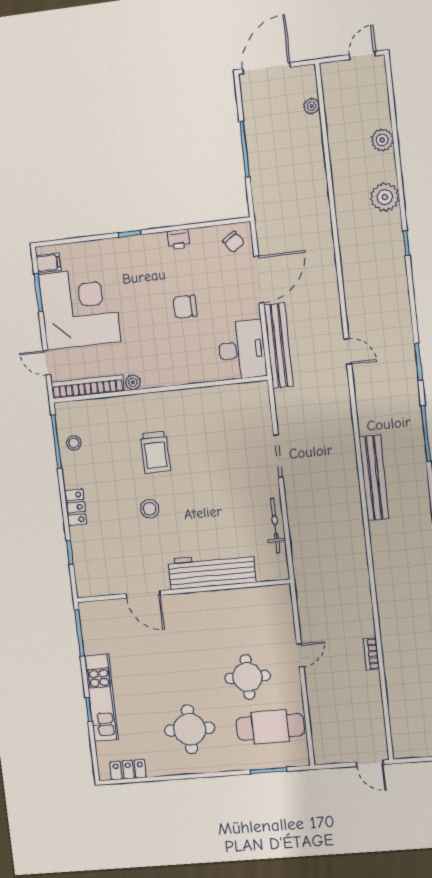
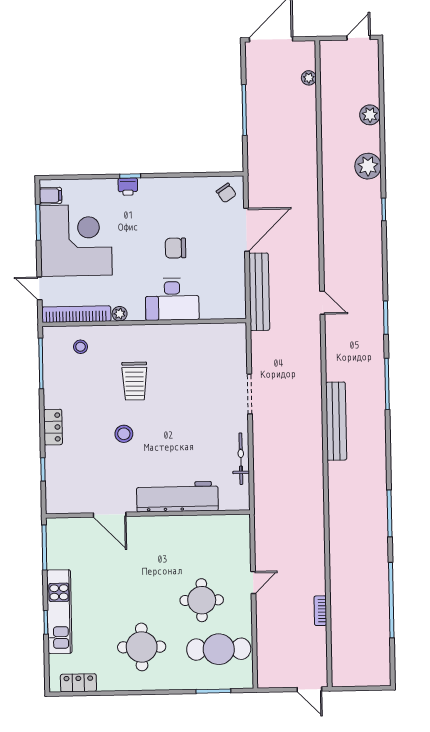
printer: (179, 239) -> (128, 187), moved
desk: (242, 350) -> (172, 299), moved, turned 90
stool: (74, 443) -> (81, 347), moved
bookcase: (371, 654) -> (320, 611), moved

